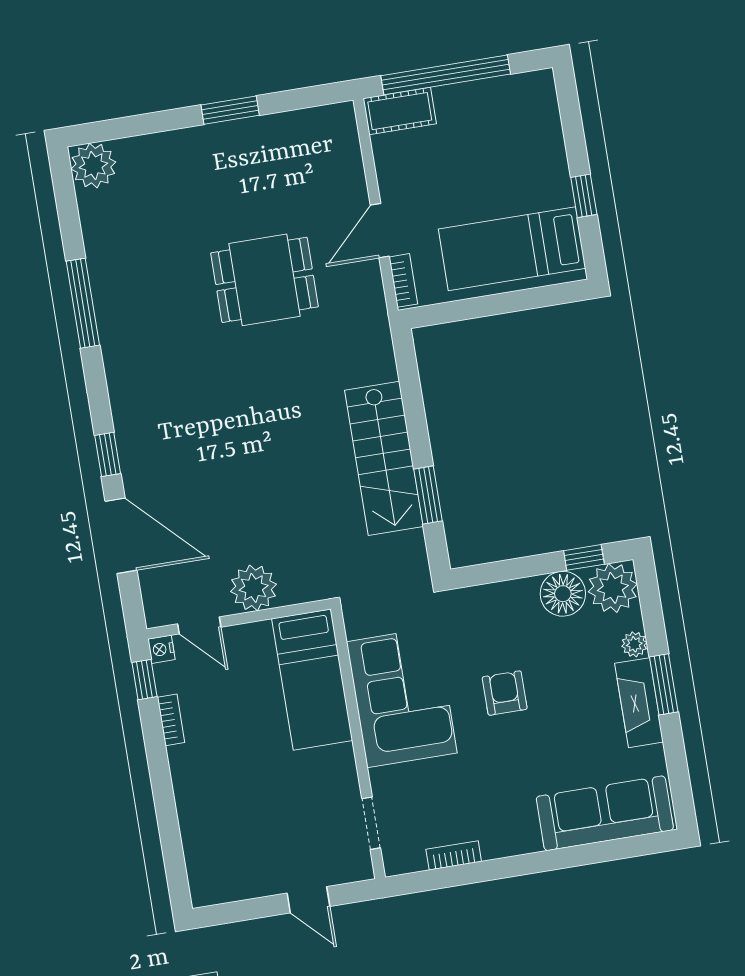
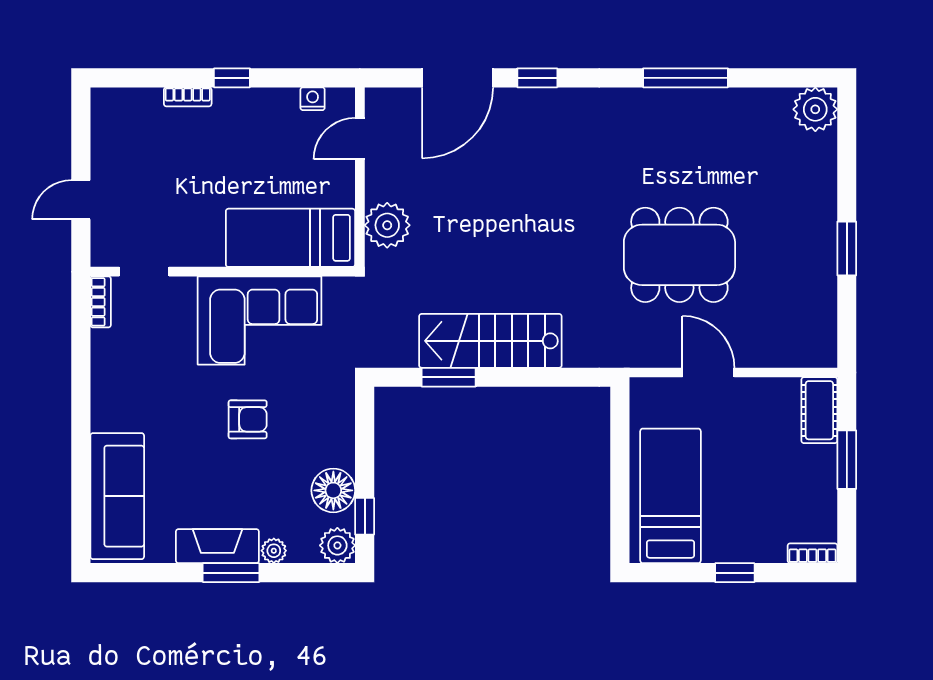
window: (446, 75) -> (847, 460), width x0.47
window: (584, 196) -> (735, 573), moved
dining table: (265, 280) -> (679, 255), width x1.38
bookcase: (403, 280) -> (812, 553), moved, turned 180
plant: (254, 588) -> (387, 225), moved
plant: (613, 588) -> (337, 545), width x0.73, depth x0.73
nightstand: (161, 649) -> (313, 99), moved
window: (145, 680) -> (232, 78), moved
bookcase: (171, 720) -> (188, 97), moved
bookcase: (454, 855) -> (101, 302), moved

